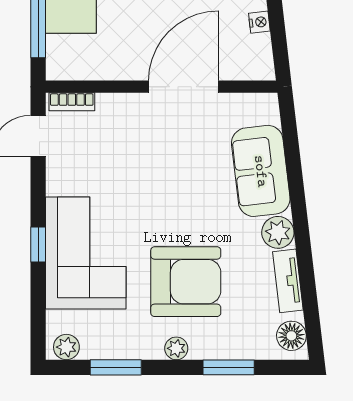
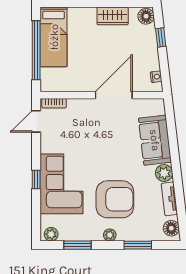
nightstand: (259, 22) -> (156, 77), moved

